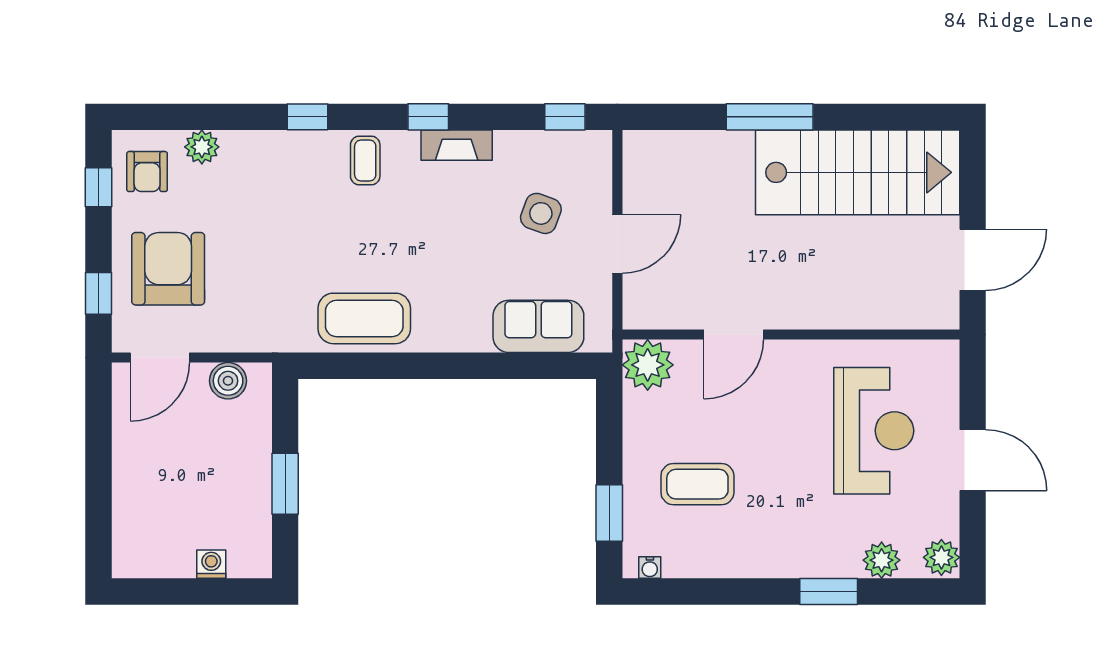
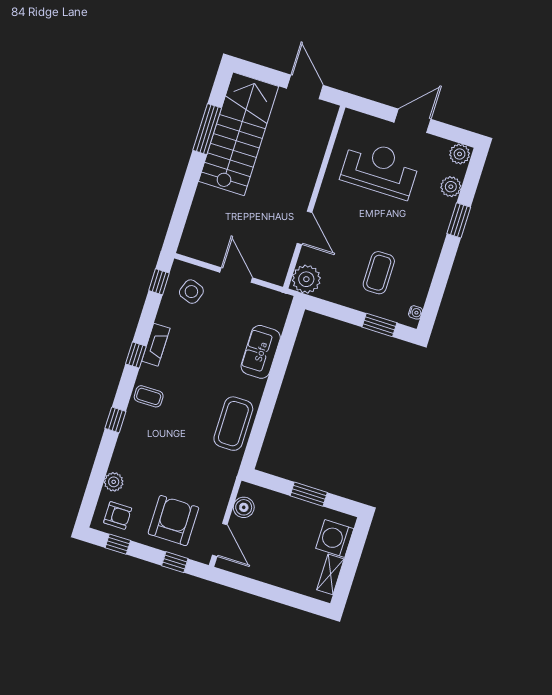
window: (770, 117) -> (207, 129), moved
side table: (541, 213) -> (191, 292), moved
armchair: (168, 269) -> (173, 521), turned 90
sofa: (538, 326) -> (261, 352), moved
shelving: (161, 563) -> (330, 574), added
washing machine: (211, 564) -> (335, 538), width x1.89, depth x1.89

